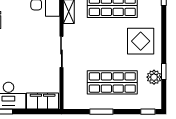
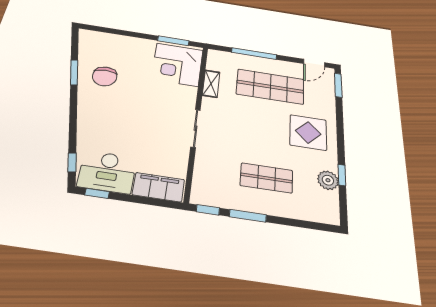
shop shelf: (112, 82) -> (267, 178), width x0.70, depth x0.74
window: (148, 112) -> (208, 210), moved

